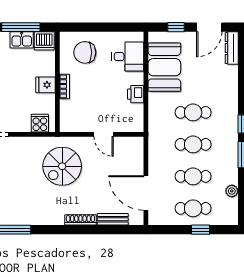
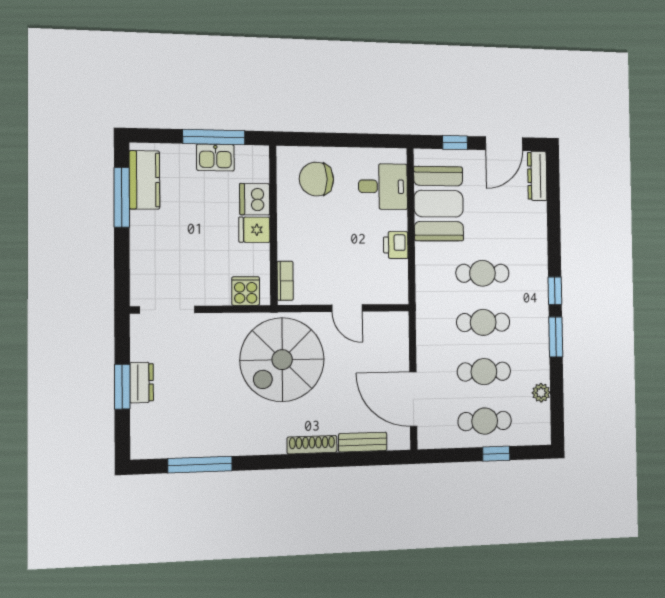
dishwasher: (44, 41) -> (255, 199), moved, turned 90
bookcase: (64, 86) -> (285, 281), moved
spiral stairs: (62, 166) -> (282, 360), width x1.37, depth x1.37

